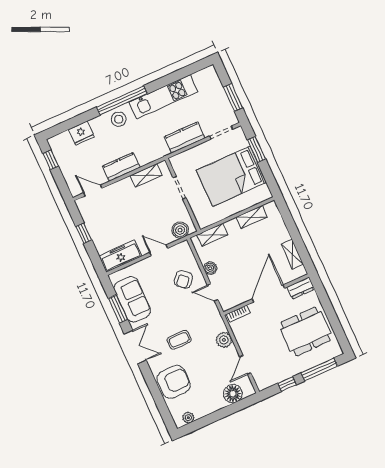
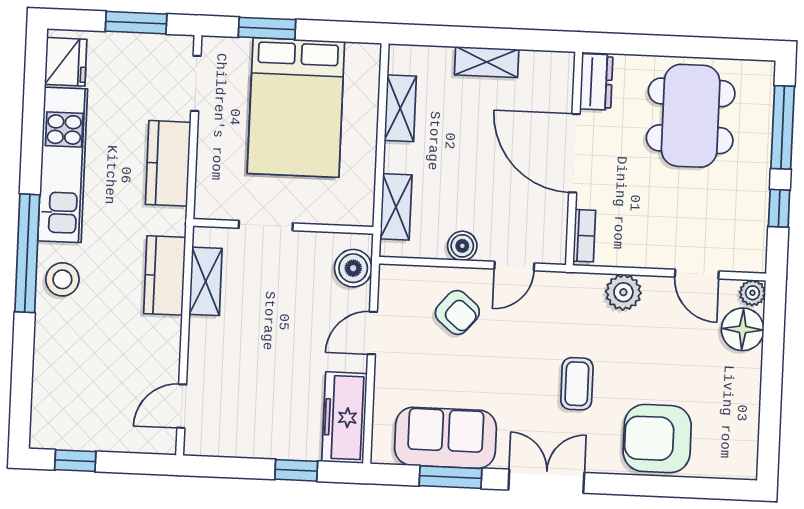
fridge: (81, 133) -> (66, 62), moved
kitchen counter: (121, 167) -> (165, 275), moved
window: (84, 233) -> (296, 470), moved
shelving: (292, 254) -> (487, 62), moved
armchair: (174, 382) -> (657, 439), turned -90
plant: (188, 418) -> (752, 293), moved

